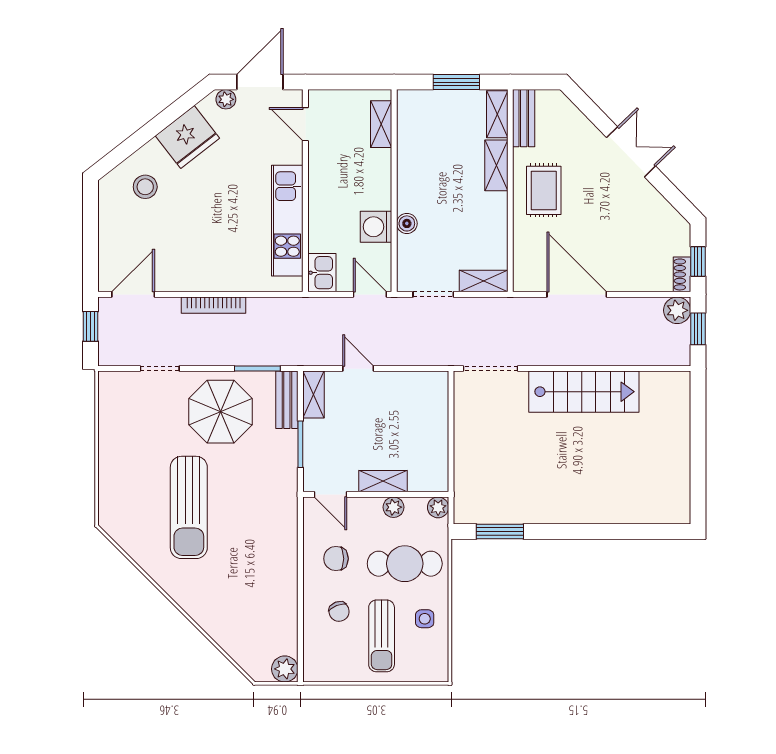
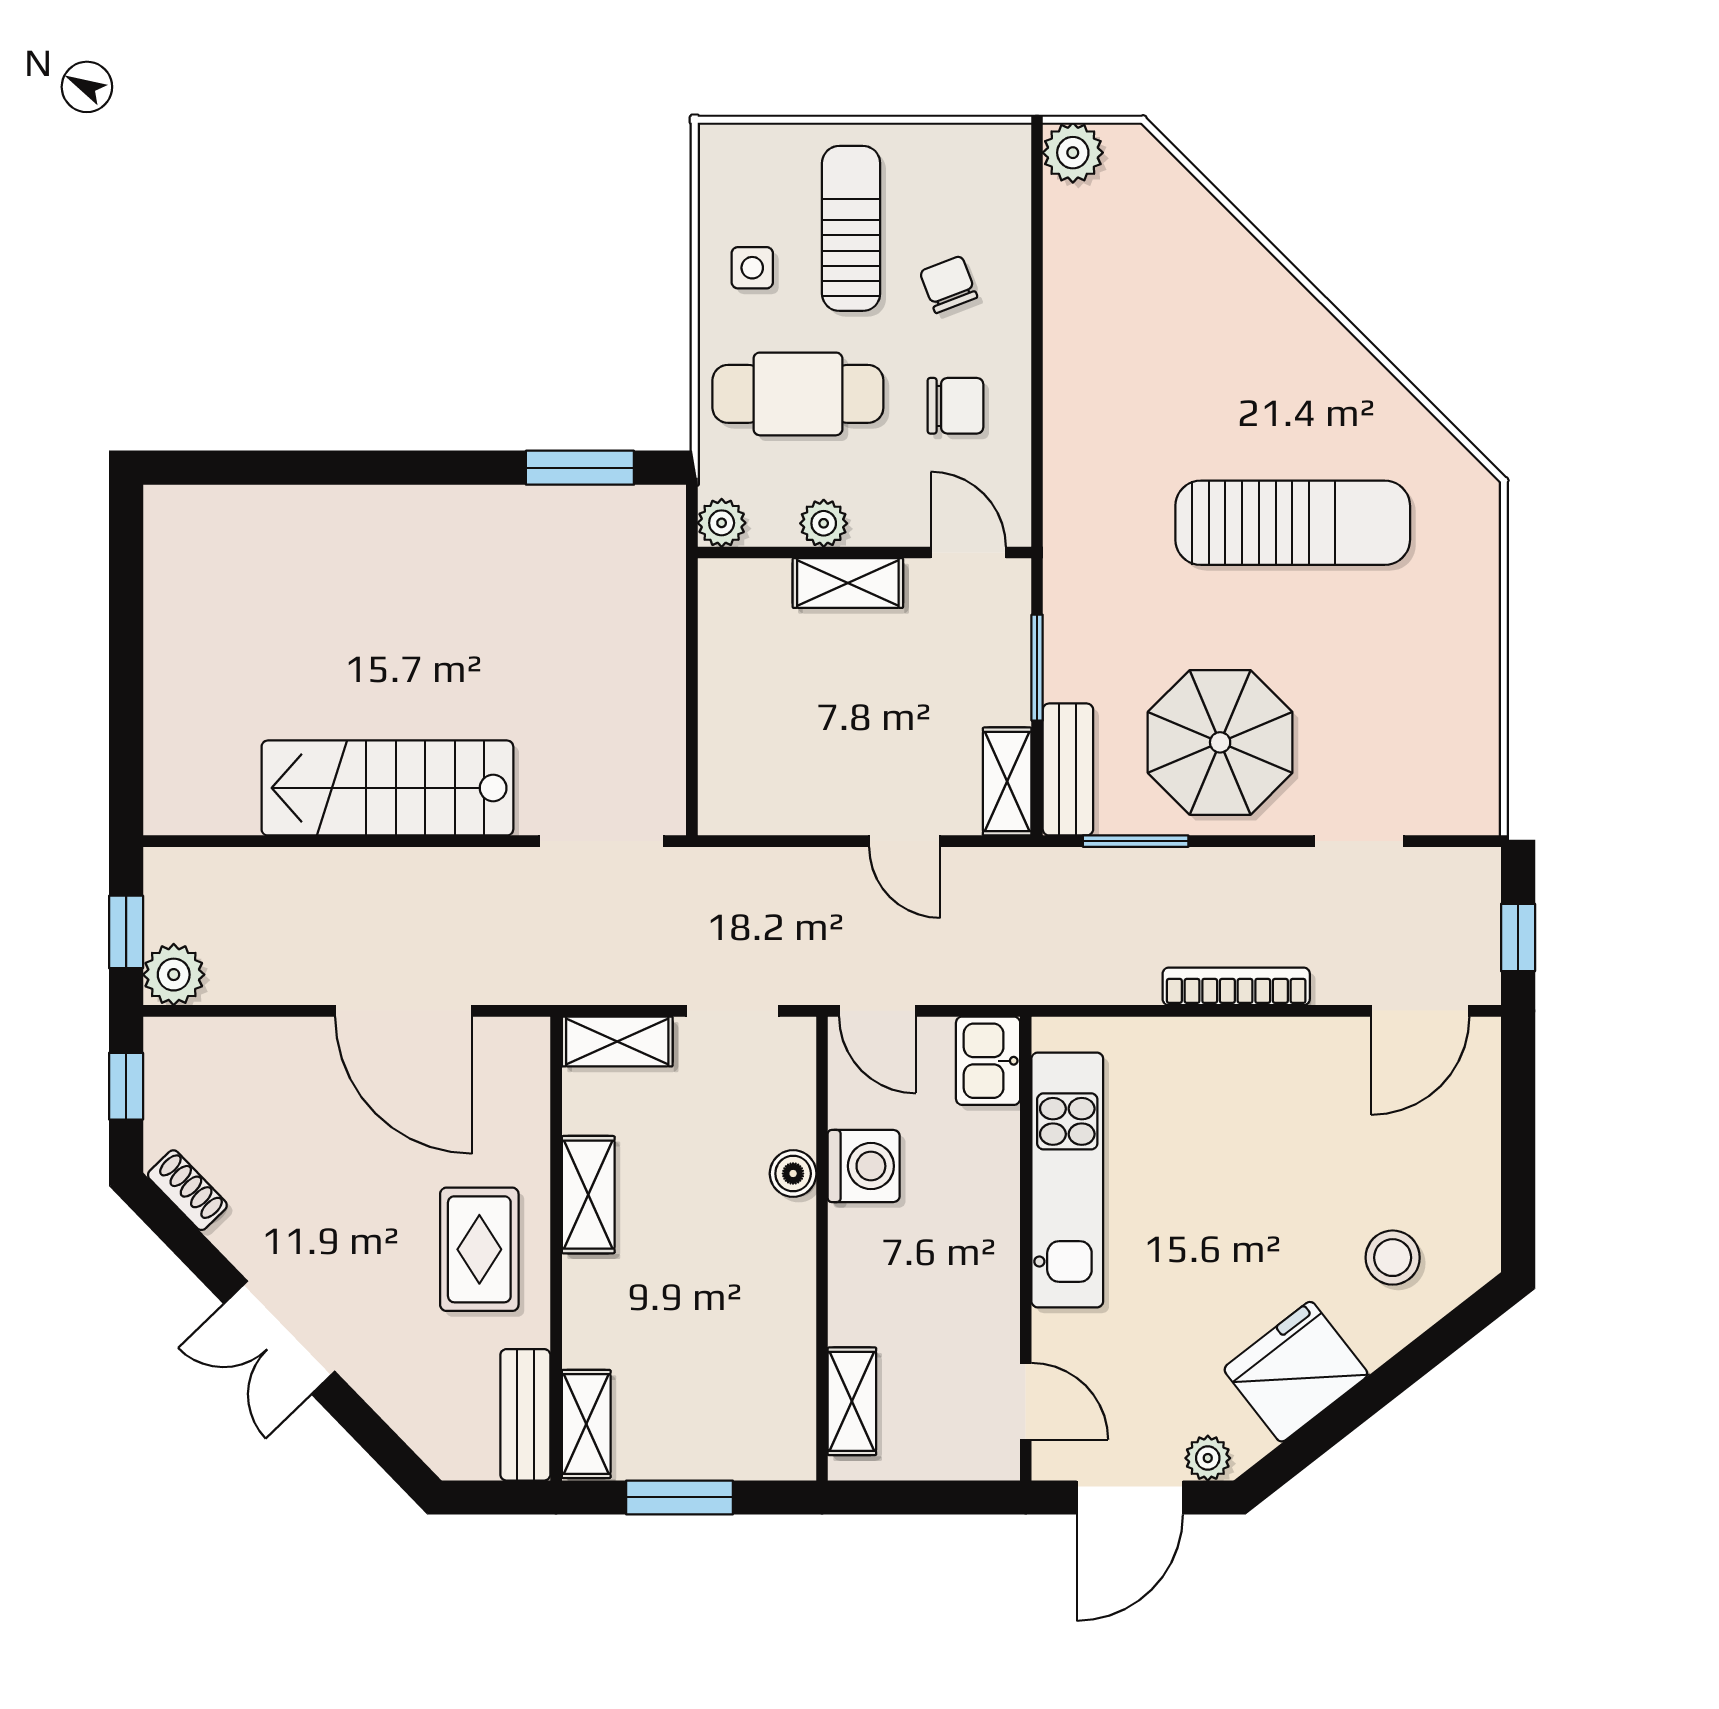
shelving: (496, 165) -> (588, 1195), moved
shoe rack: (682, 274) -> (187, 1190), moved, turned -44
sun lounger: (189, 507) -> (1293, 523), turned 90

